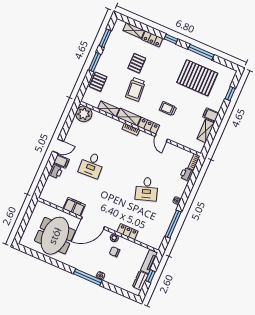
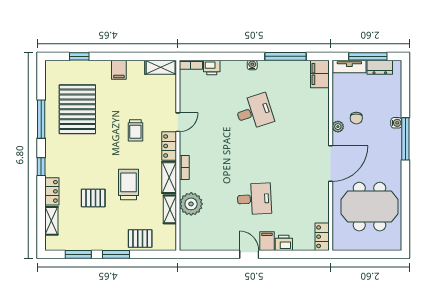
trolley: (135, 89) -> (128, 185), turned -86
plant: (84, 114) -> (191, 204), moved
shelving: (206, 131) -> (161, 67), moved
filing cabinet: (74, 207) -> (320, 74), moved
door: (93, 223) -> (331, 163), hinge flipped
locker: (127, 232) -> (322, 237), moved
window: (150, 276) -> (368, 56), width x2.17

